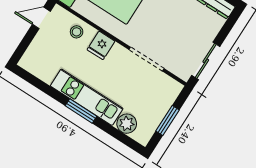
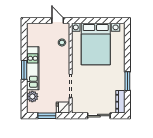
fridge: (101, 45) -> (63, 108), moved
sliding door: (206, 61) -> (99, 116), moved

